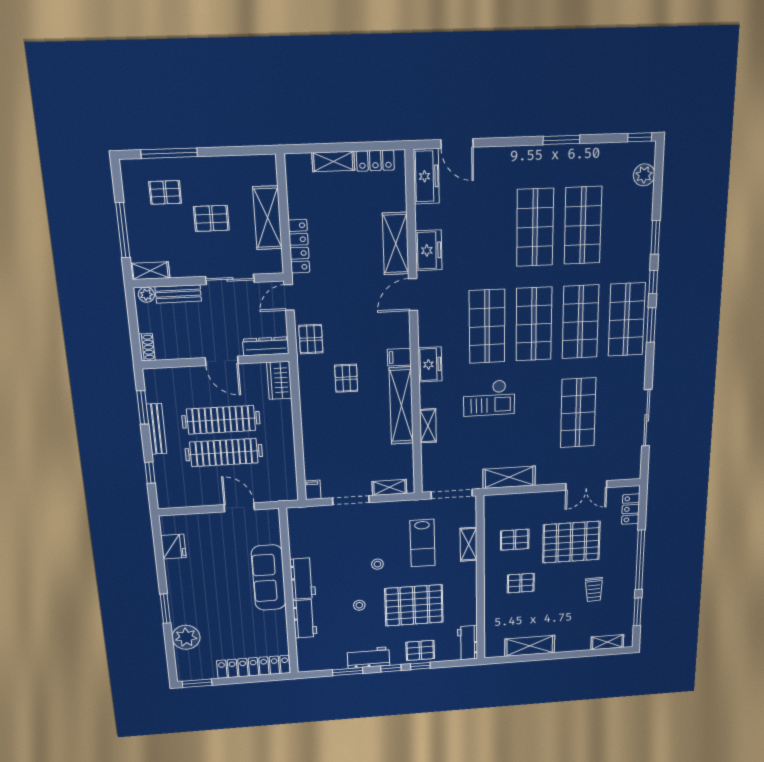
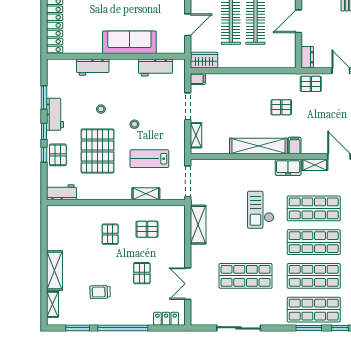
dresser: (266, 346) -> (307, 57), width x0.70
wardrobe: (279, 380) -> (204, 60), moved
shelving: (428, 426) -> (315, 165), moved
pallet: (515, 540) -> (147, 229), turned 90
pallet: (571, 542) -> (142, 273), width x0.49, depth x0.50
workbench: (303, 579) -> (155, 68), moved
shelving: (530, 646) -> (55, 270), moved

